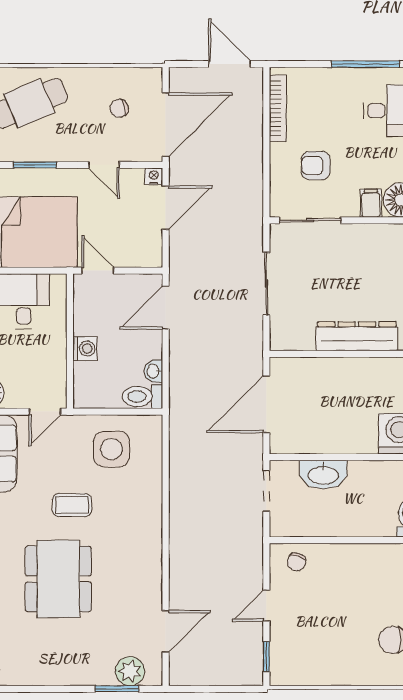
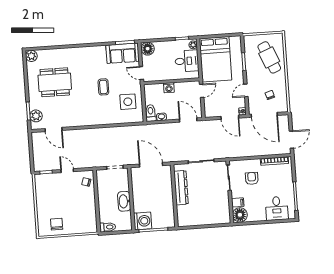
dresser: (357, 336) -> (181, 188), moved
washbasin: (323, 475) -> (124, 201), moved
dining table: (58, 579) -> (55, 82), moved

